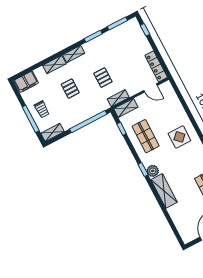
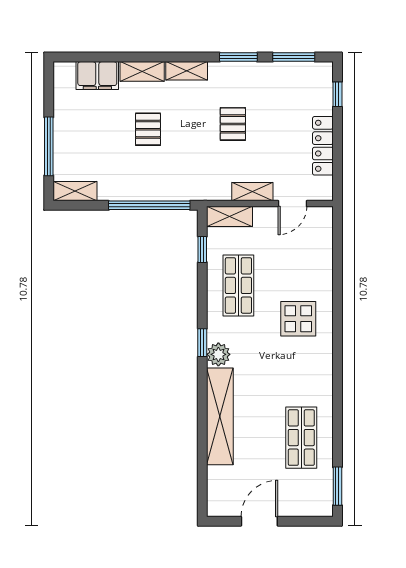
locker: (156, 66) -> (323, 146), moved
pallet: (103, 78) -> (233, 124), moved
filing cabinet: (26, 82) -> (97, 76), moved
door: (150, 88) -> (292, 204), hinge flipped
shelving: (118, 98) -> (252, 192), moved
trolley: (42, 109) -> (77, 140), removed
shelving: (164, 191) -> (220, 416), width x1.47

